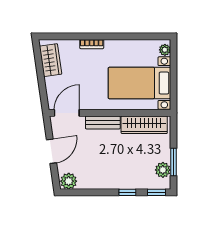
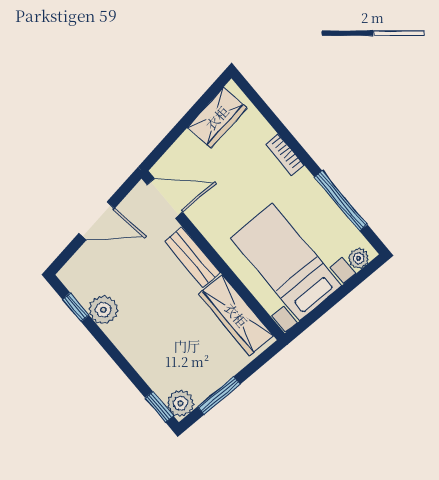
window: (133, 36) -> (341, 201), added
plant: (163, 170) -> (180, 403), moved
plant: (69, 181) -> (103, 310), moved
window: (127, 192) -> (76, 307), moved

